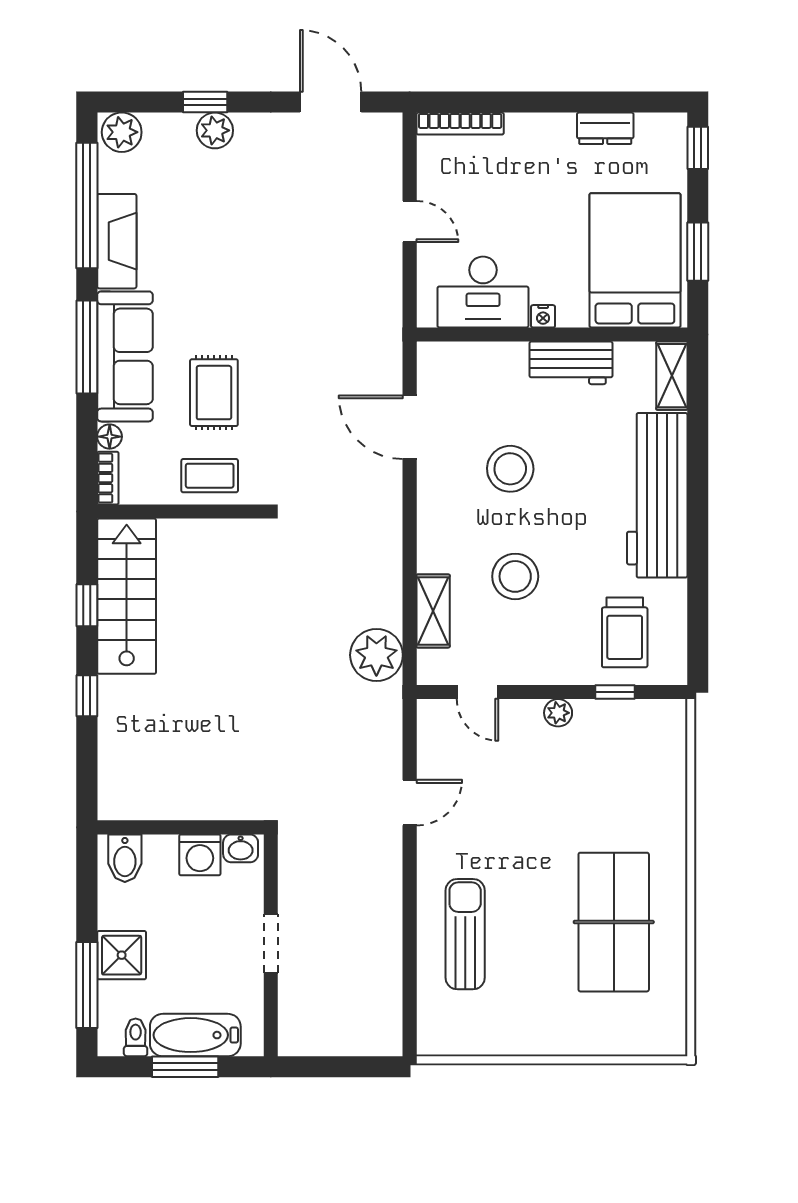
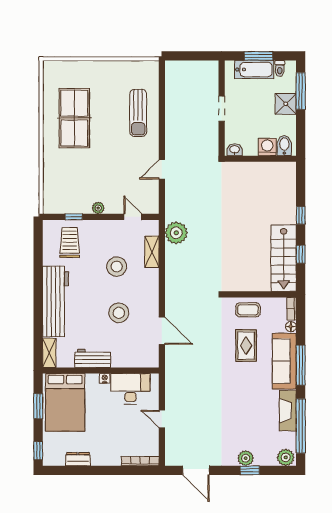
washing machine: (200, 855) -> (267, 147), moved

